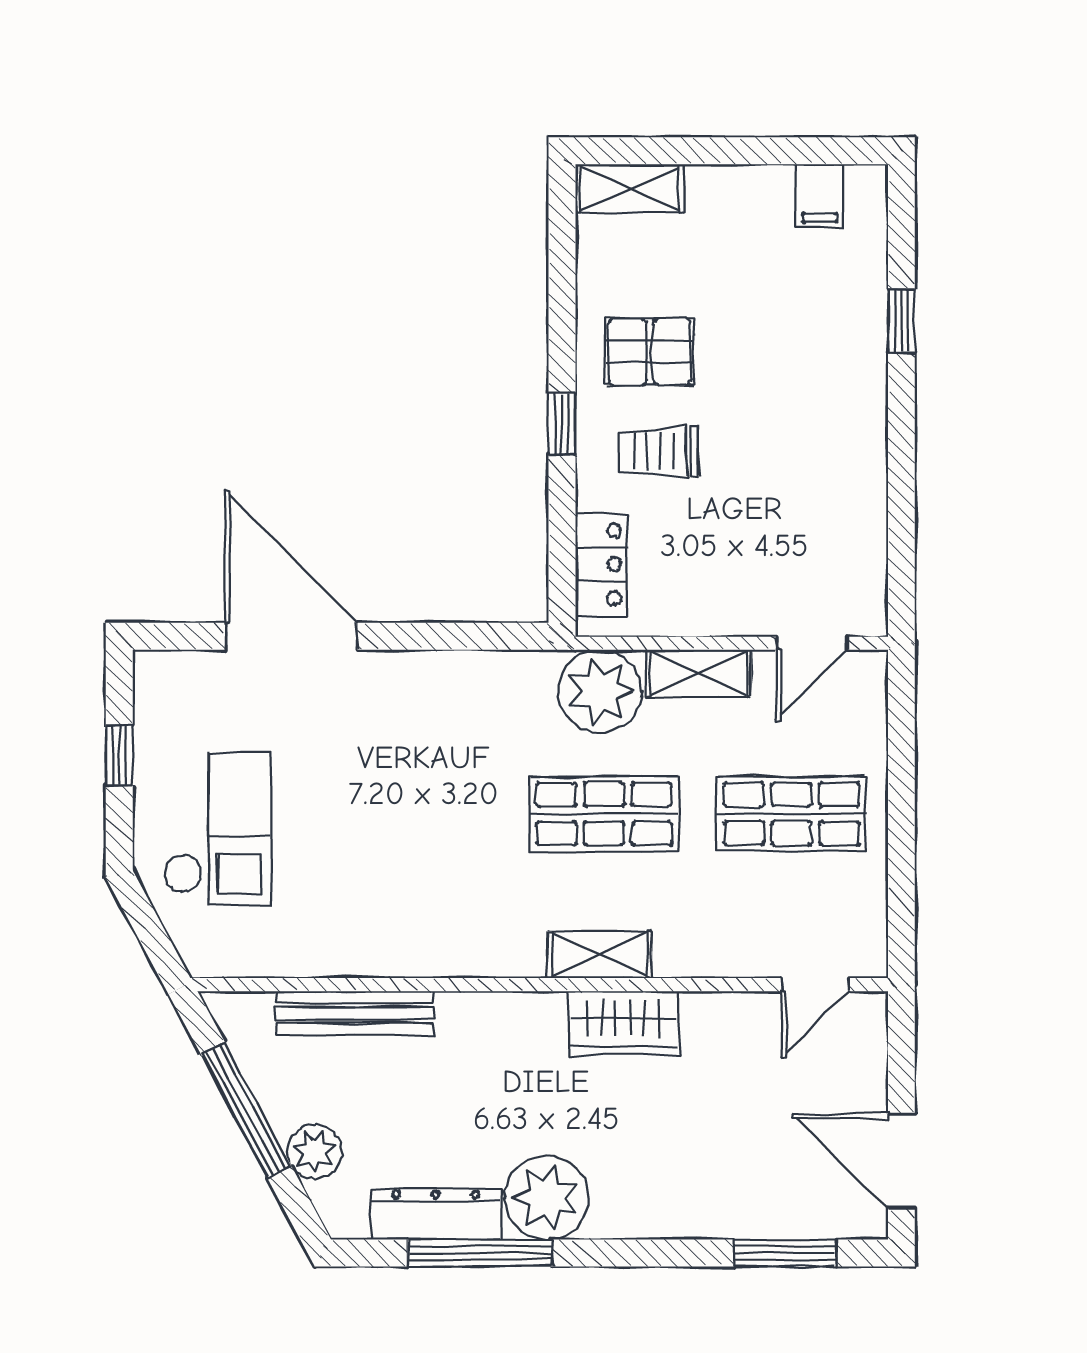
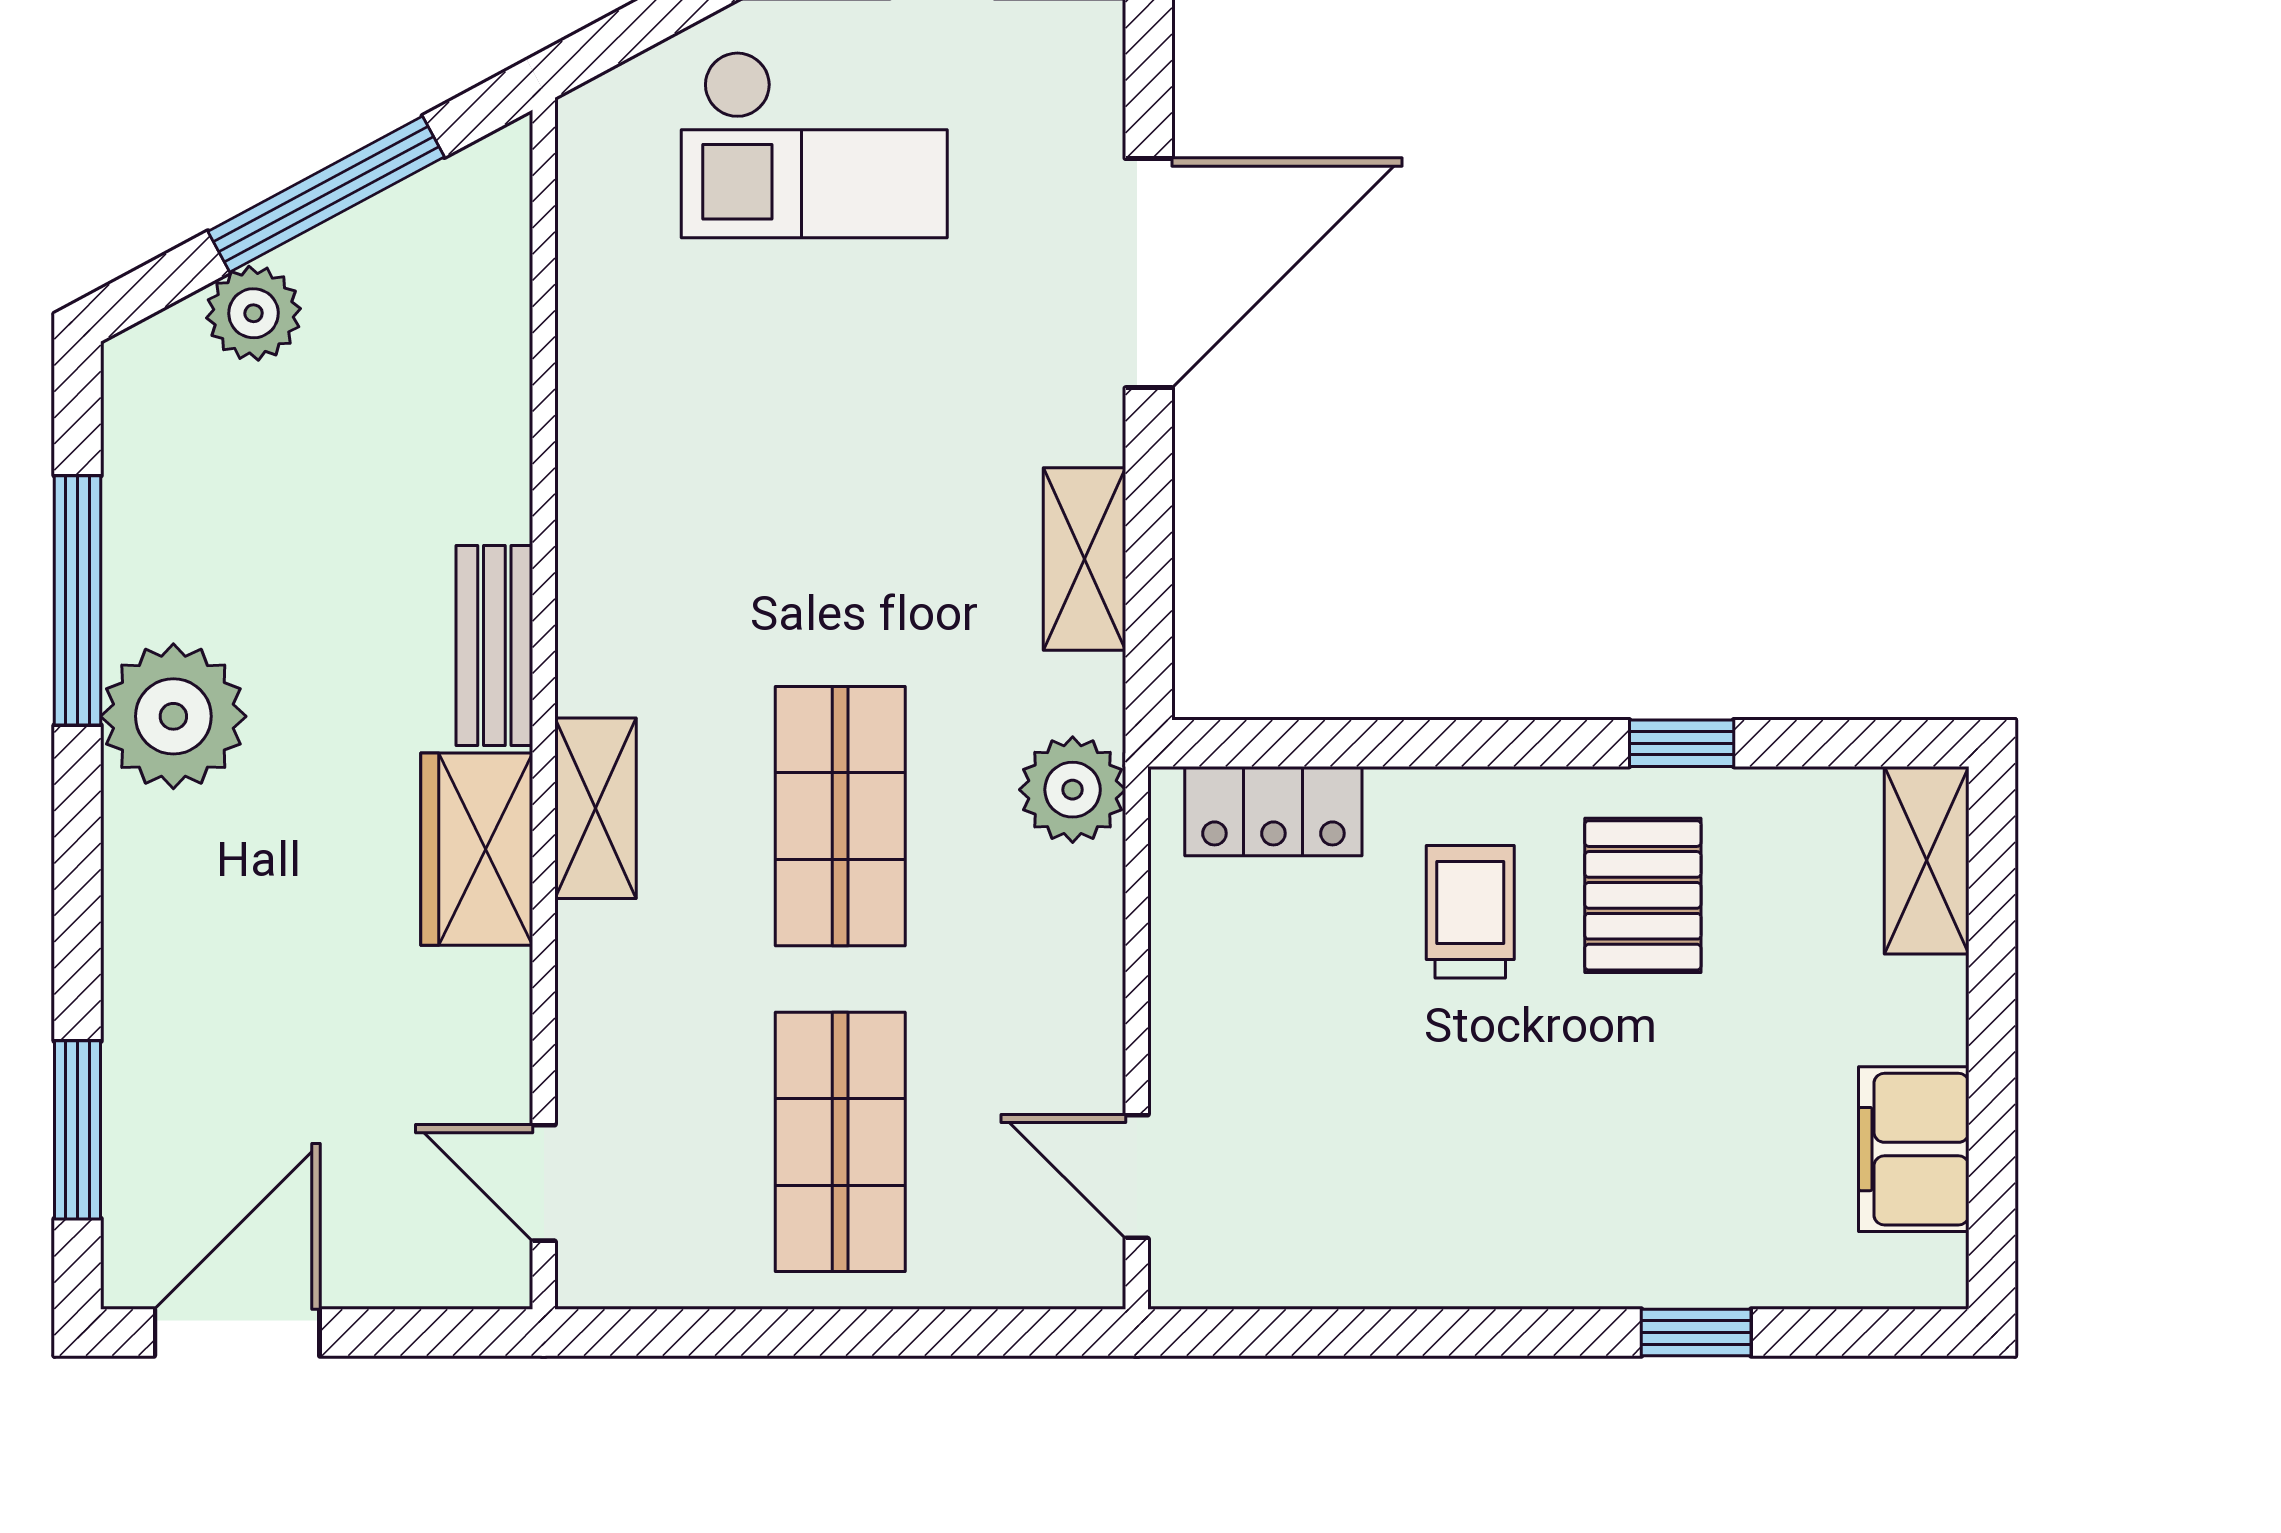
filing cabinet: (820, 196) -> (1914, 1149), width x2.00
window: (562, 424) -> (1682, 743), moved
shelving: (698, 673) -> (1084, 559), moved
plant: (600, 691) -> (1073, 790), width x0.73, depth x0.73
bench: (355, 1013) -> (494, 645), moved, width x0.73
dresser: (436, 1214) -> (145, 524), removed

